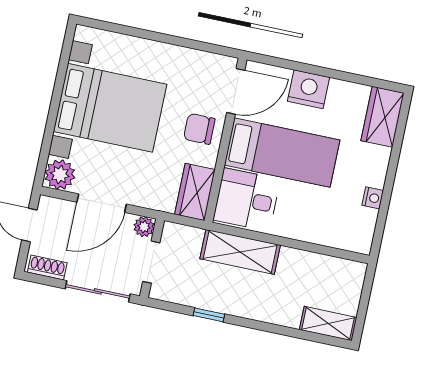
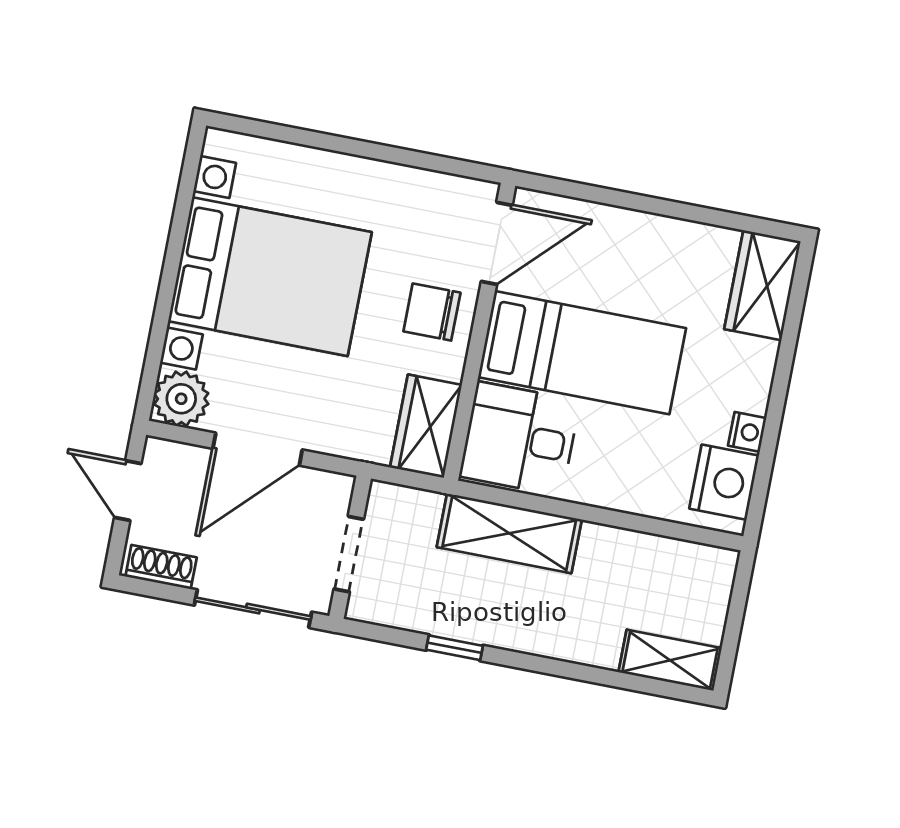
nightstand: (309, 89) -> (724, 482), moved, turned 90
plant: (144, 227) -> (335, 491), removed

